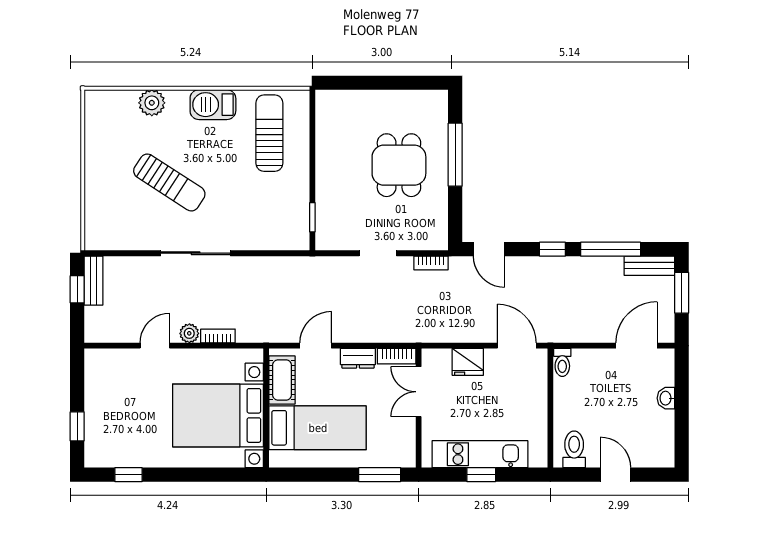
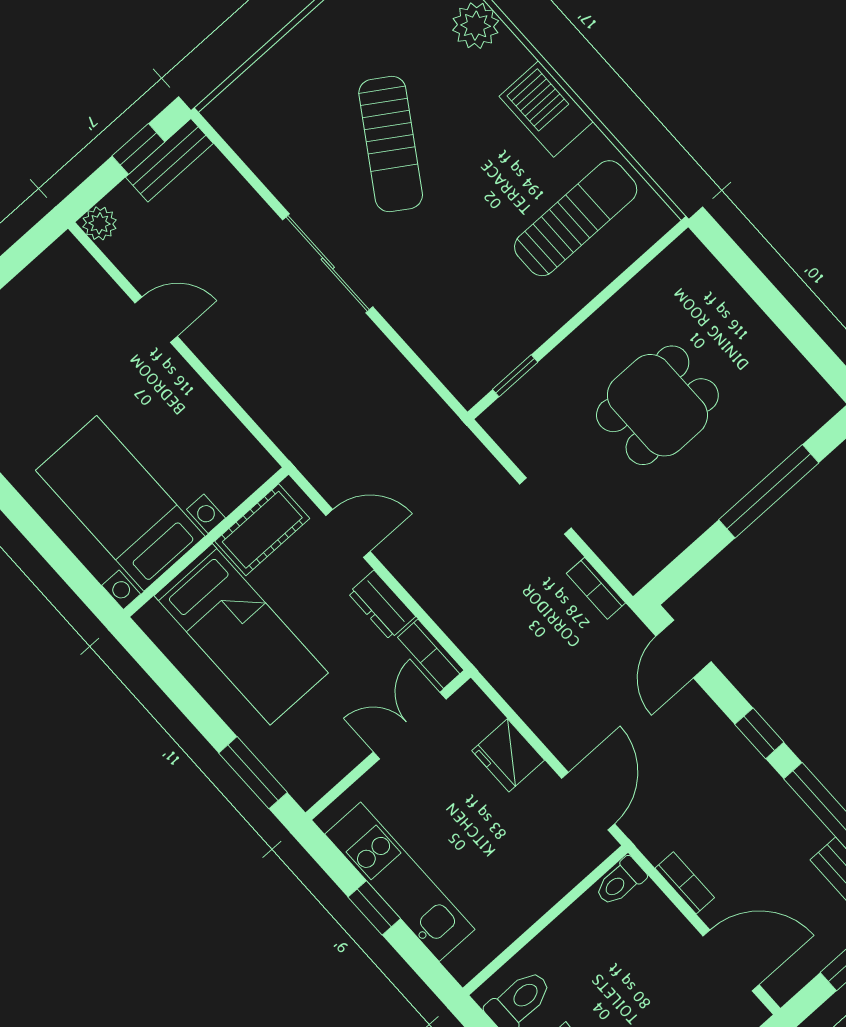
dining table: (399, 165) -> (657, 405), moved
plant: (189, 333) -> (100, 223), moved
bookcase: (218, 336) -> (685, 883), moved
bed with nightstands: (218, 415) -> (120, 503), width x0.73

